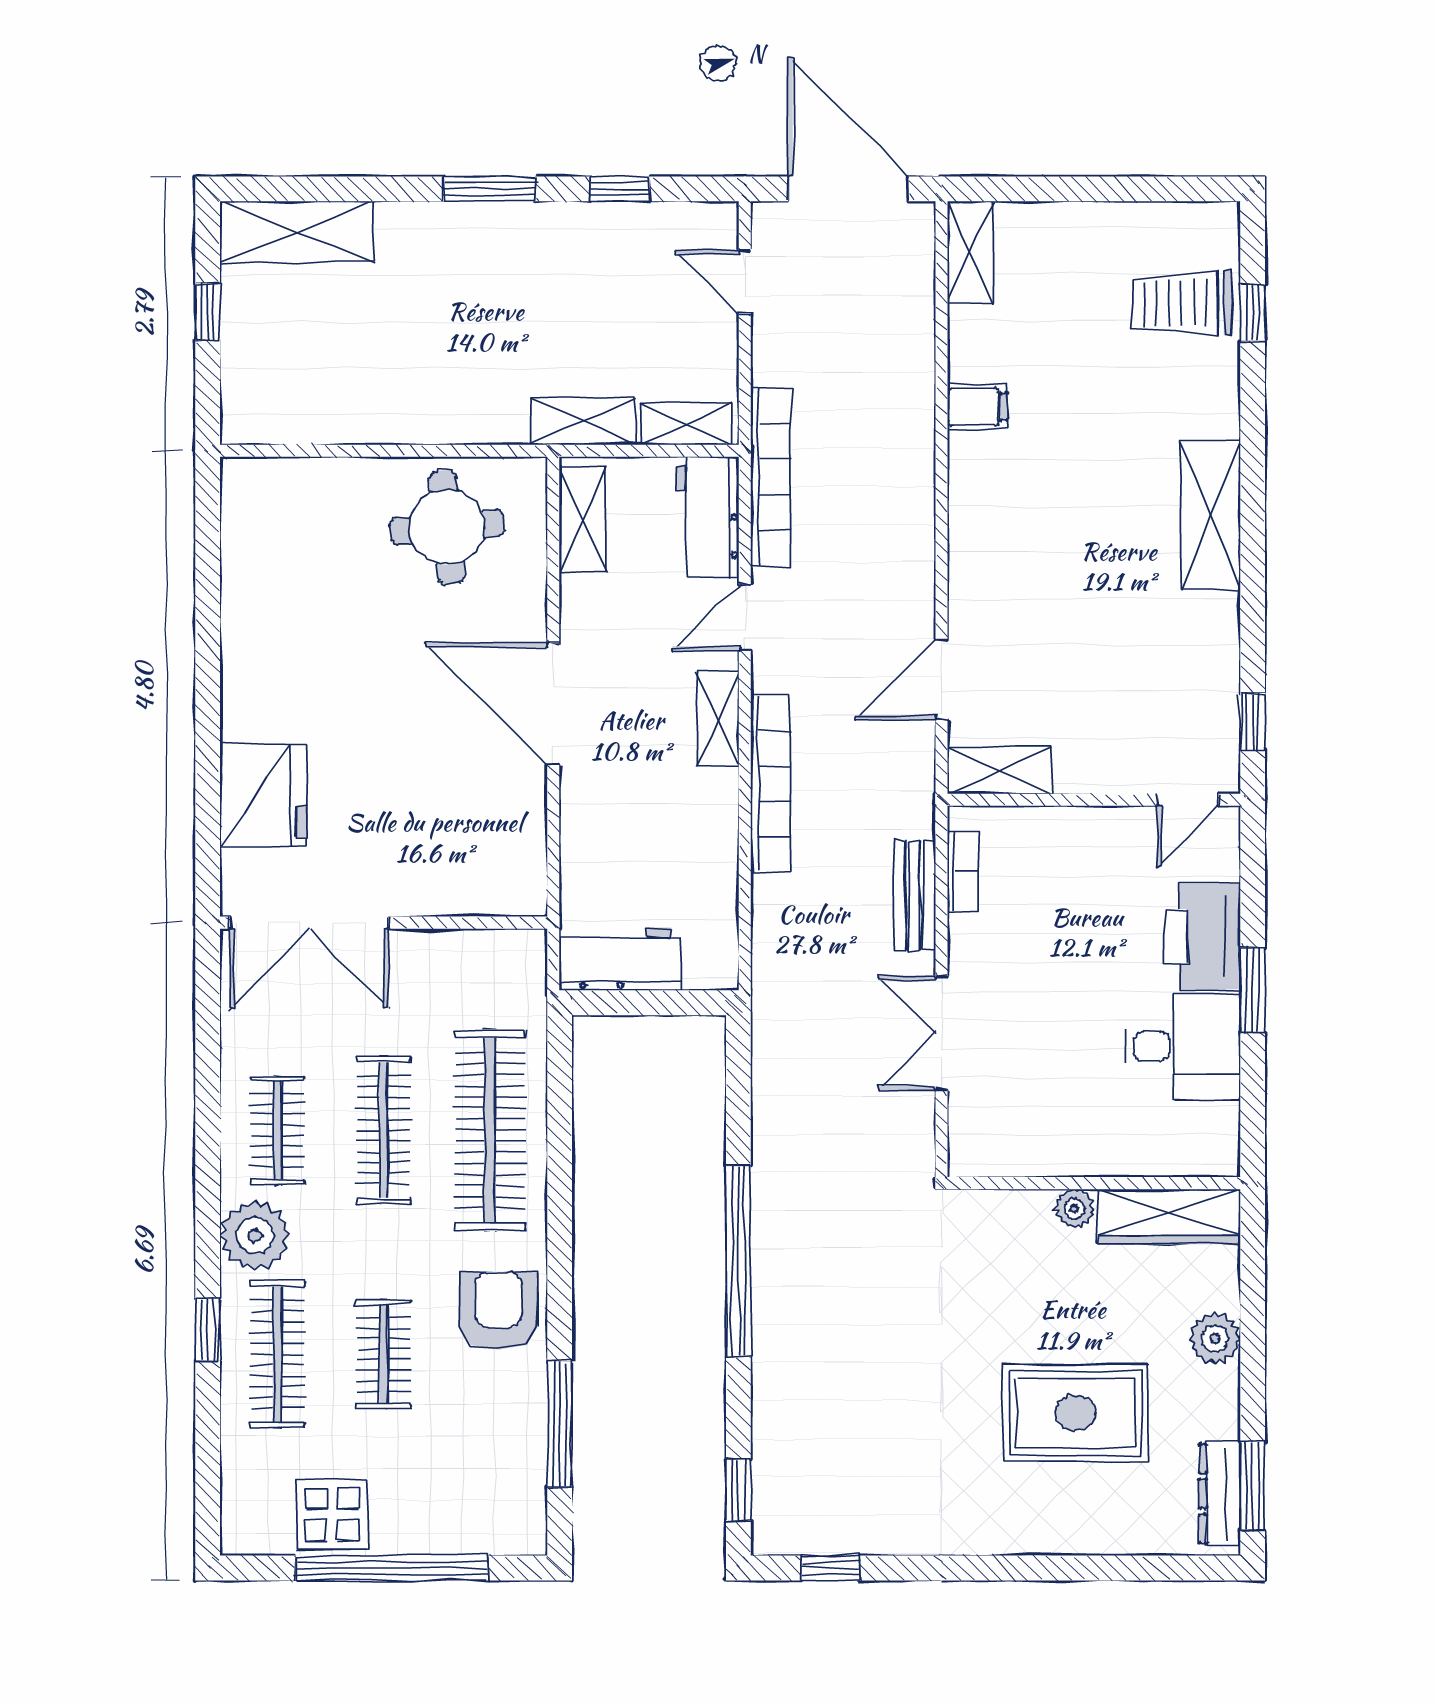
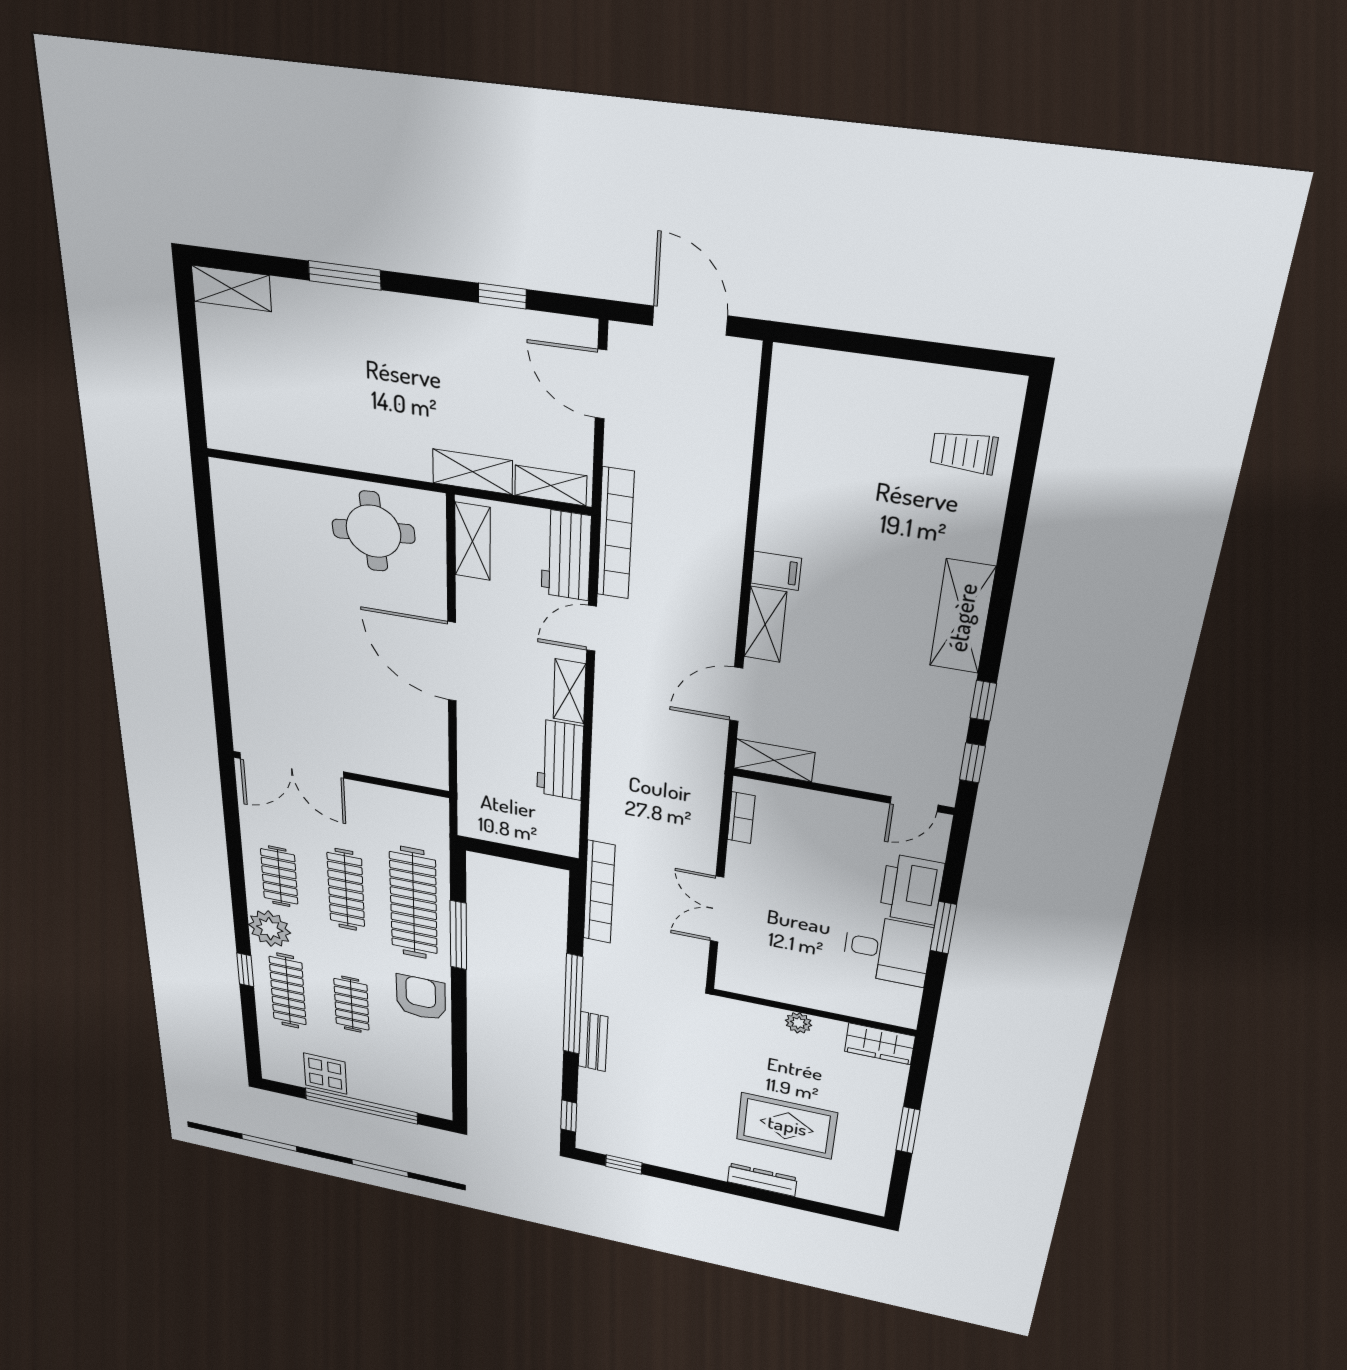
window: (489, 189) -> (345, 275), moved
door: (848, 189) -> (690, 321), width x0.73
shelving: (297, 232) -> (231, 288), width x0.67, depth x0.75
shelving: (970, 252) -> (765, 624), moved
door: (745, 282) -> (601, 384), width x1.38
trolley: (1182, 303) -> (964, 452), width x0.73, depth x0.72
window: (208, 312) -> (190, 349), removed
window: (1253, 313) -> (983, 701), moved
filing cabinet: (977, 407) -> (776, 571), moved
bookcase: (771, 783) -> (599, 892), moved
fridge: (263, 795) -> (256, 684), removed
bench: (915, 896) -> (593, 1042), moved
workbench: (620, 959) -> (560, 760), moved, turned -90
wardrobe: (1169, 1217) -> (880, 1044), width x0.67
plant: (1215, 1339) -> (885, 1109), removed
window: (560, 1424) -> (458, 935), moved
window: (1253, 1486) -> (908, 1130), moved
dresser: (1220, 1494) -> (762, 1180), moved, turned 90

